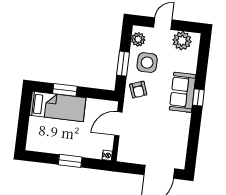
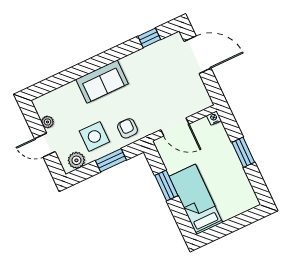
plant: (182, 41) -> (47, 122), width x0.53, depth x0.53
window: (65, 90) -> (166, 186), moved
armchair: (138, 90) -> (127, 128), turned -70
window: (198, 97) -> (149, 38), moved

